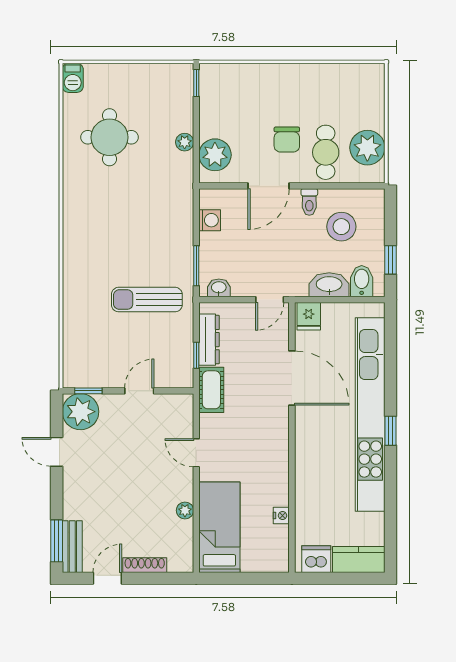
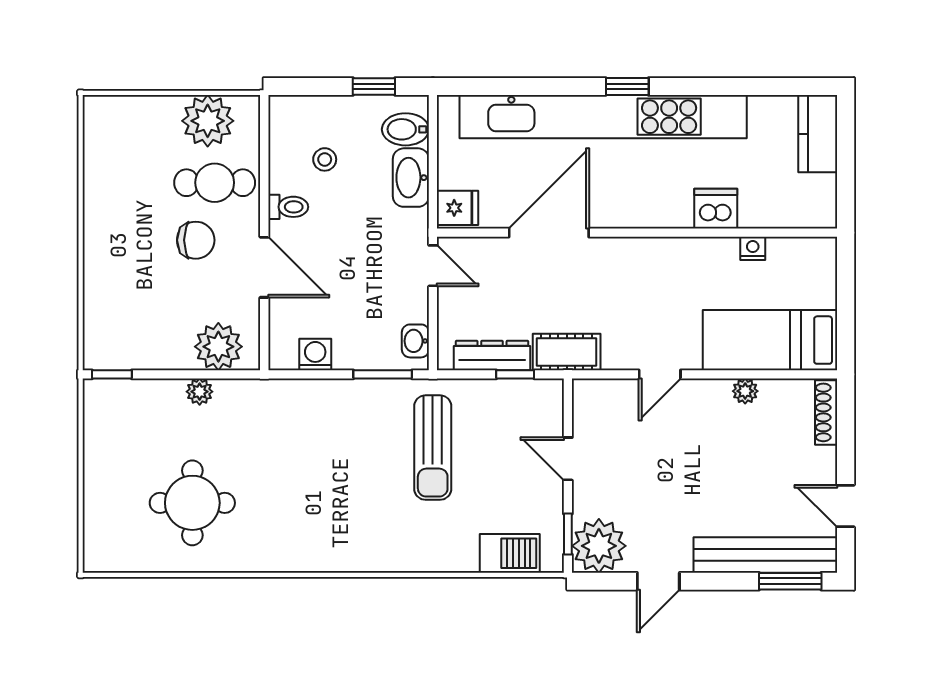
barbecue: (73, 78) -> (510, 553), moved, width x1.38, depth x1.27
stool: (341, 227) -> (325, 159), width x0.53, depth x0.53
bench: (72, 547) -> (765, 555), width x1.86, depth x1.21
dishwasher: (316, 559) -> (716, 209), moved, turned 90
shoe rack: (145, 565) -> (826, 412), moved

